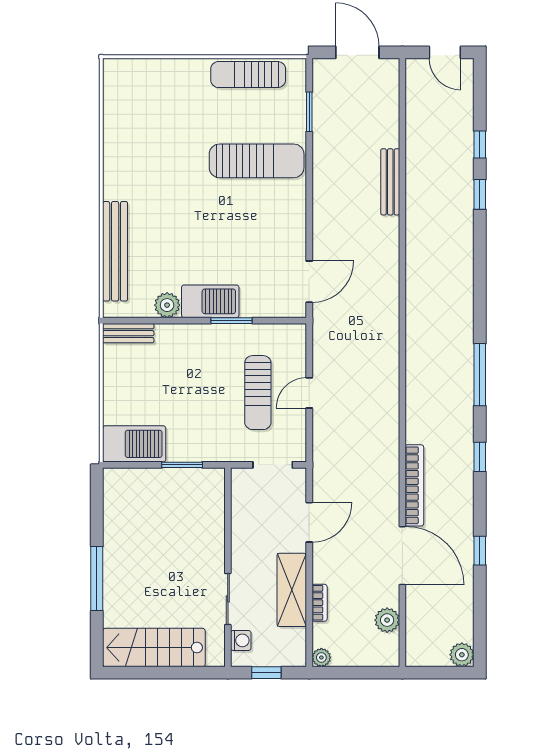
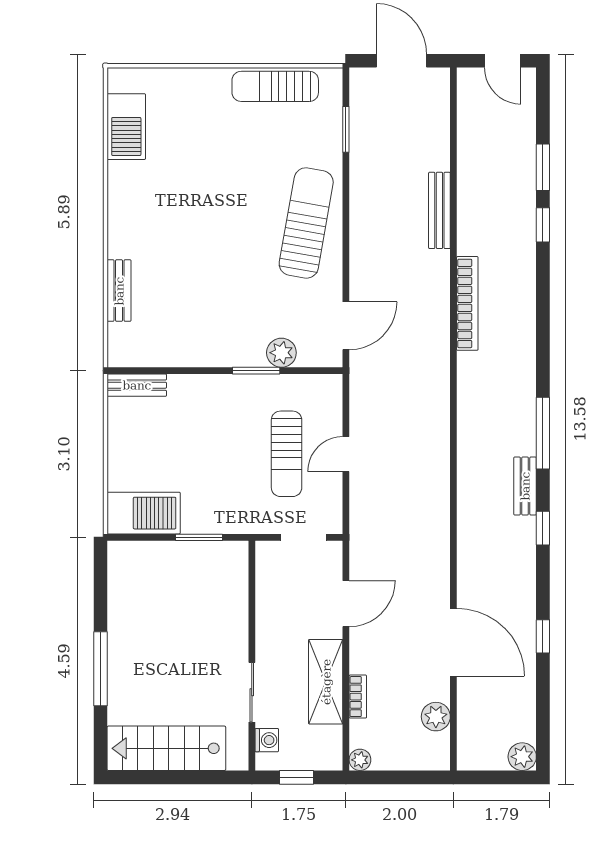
window: (480, 145) -> (543, 167), width x1.50
sun lounger: (257, 161) -> (306, 223), moved, turned -80
bench: (115, 251) -> (119, 291), width x0.54, depth x0.82
barbecue: (210, 301) -> (126, 127), moved, turned 90
plant: (167, 305) -> (281, 353), moved
bench: (464, 420) -> (525, 486), added
bookcase: (414, 485) -> (467, 303), moved

